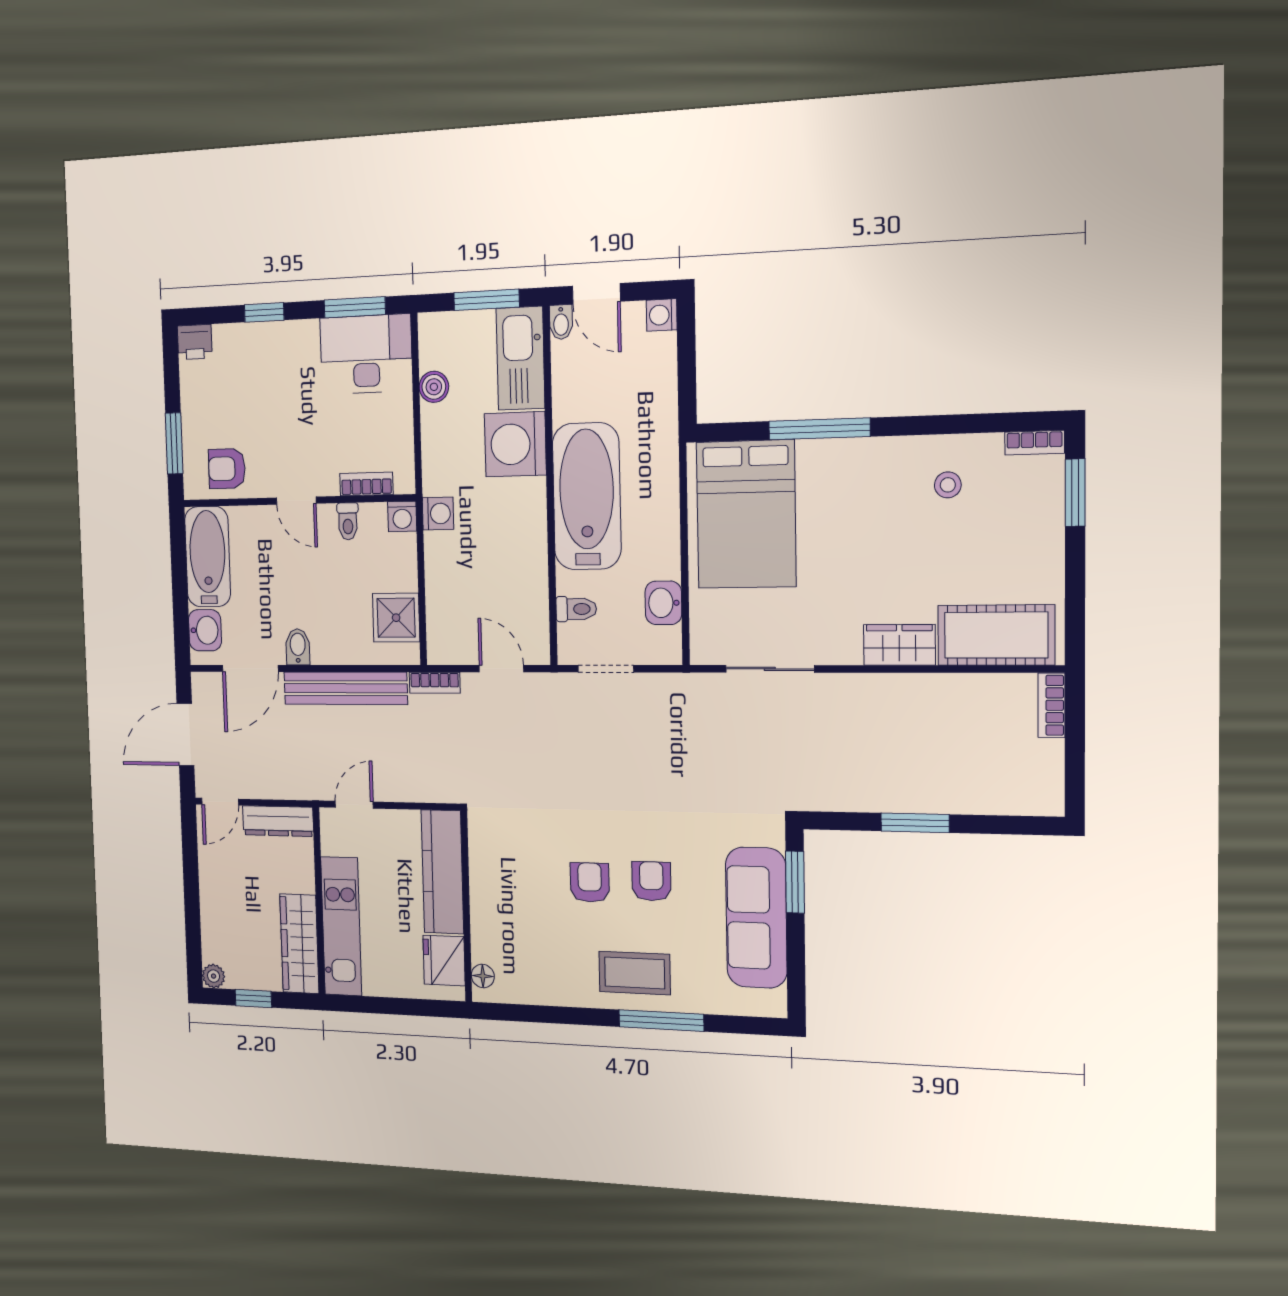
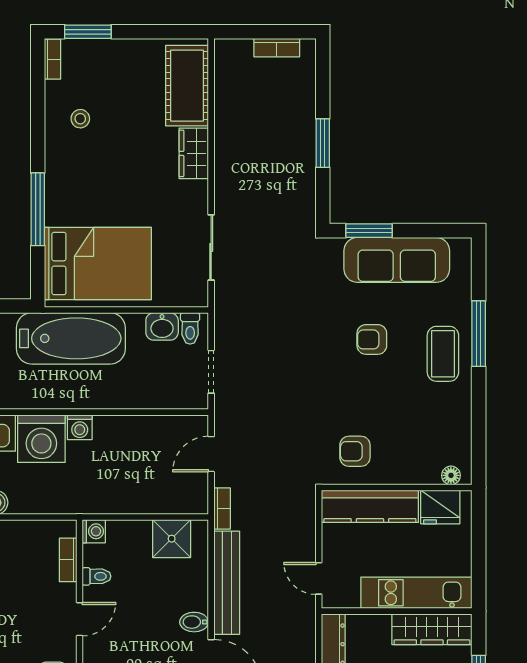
bathtub: (587, 496) -> (71, 338), moved, turned 180
washing machine: (438, 514) -> (80, 427), moved, turned 180
toilet: (576, 609) -> (190, 328), moved, turned 180
bookcase: (1051, 705) -> (277, 48), moved
armchair: (590, 882) -> (355, 451), moved

